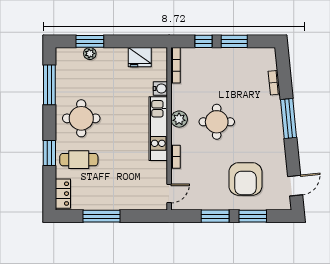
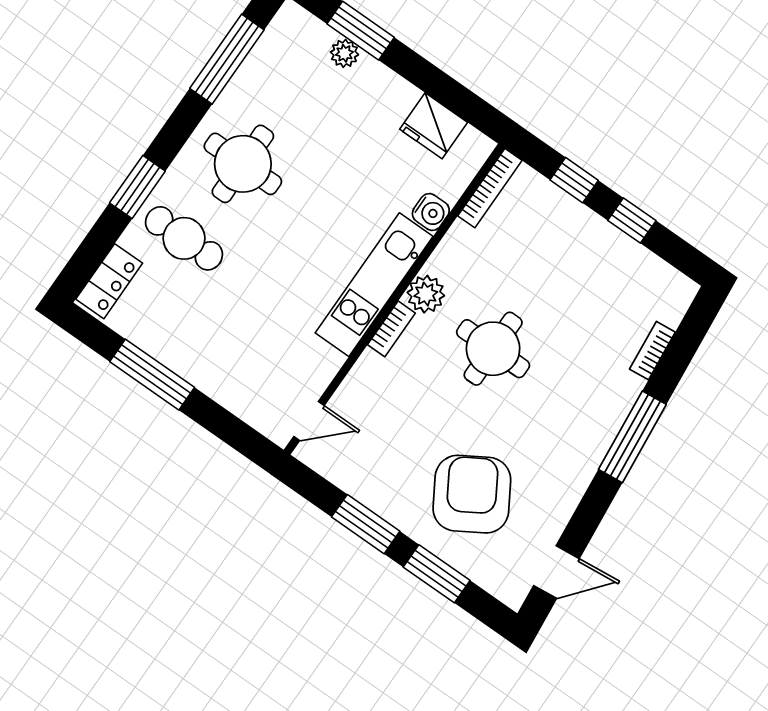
window: (234, 41) -> (632, 220), width x0.67
bookcase: (176, 157) -> (391, 329), moved
armchair: (245, 179) -> (472, 494), turned 149

